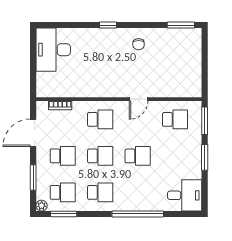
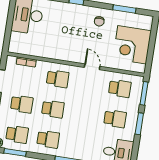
window: (181, 25) -> (124, 9), moved
corner desk: (182, 66) -> (132, 45), added
door: (139, 99) -> (92, 67), swing flipped
school desk: (138, 156) -> (115, 119), moved

